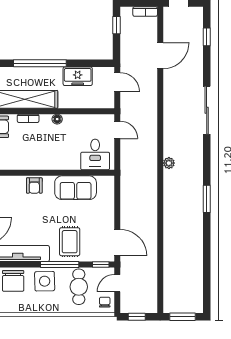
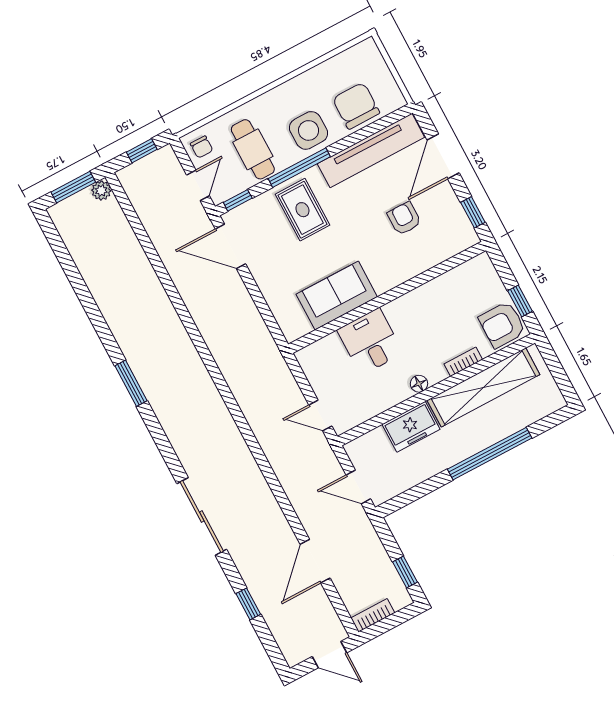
window: (207, 37) -> (248, 604), moved
freezer: (78, 76) -> (411, 427), moved, turned 180
desk: (95, 155) -> (370, 342), moved
plant: (169, 163) -> (101, 191), moved
armchair: (34, 186) -> (404, 218), moved

